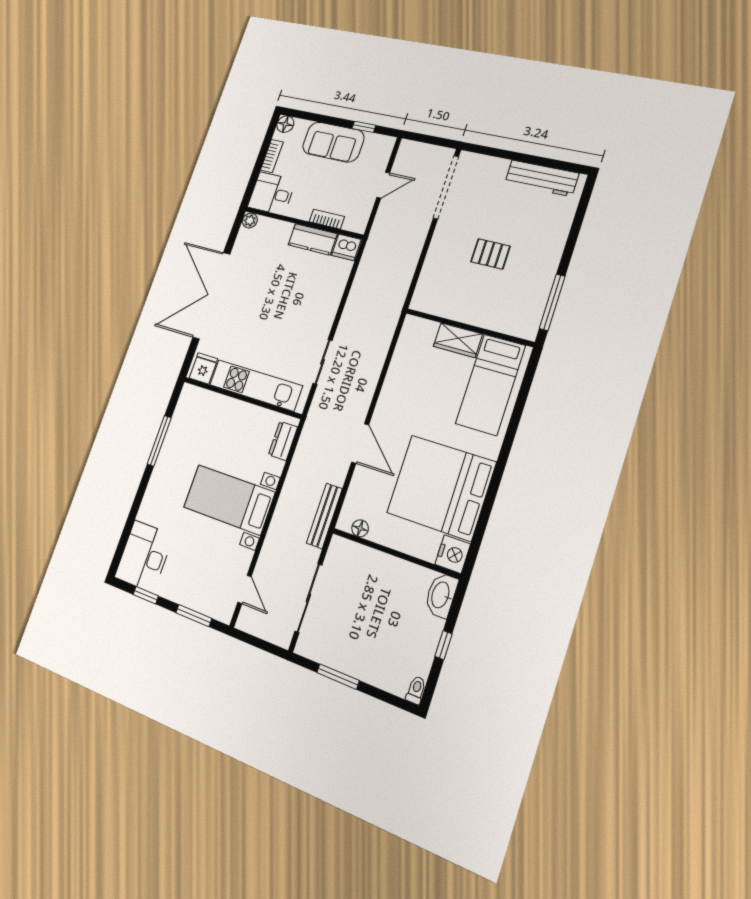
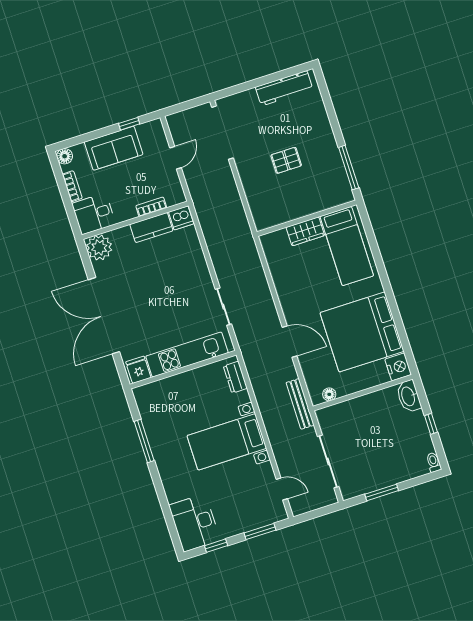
plant: (250, 220) -> (99, 248), width x1.88, depth x1.88

